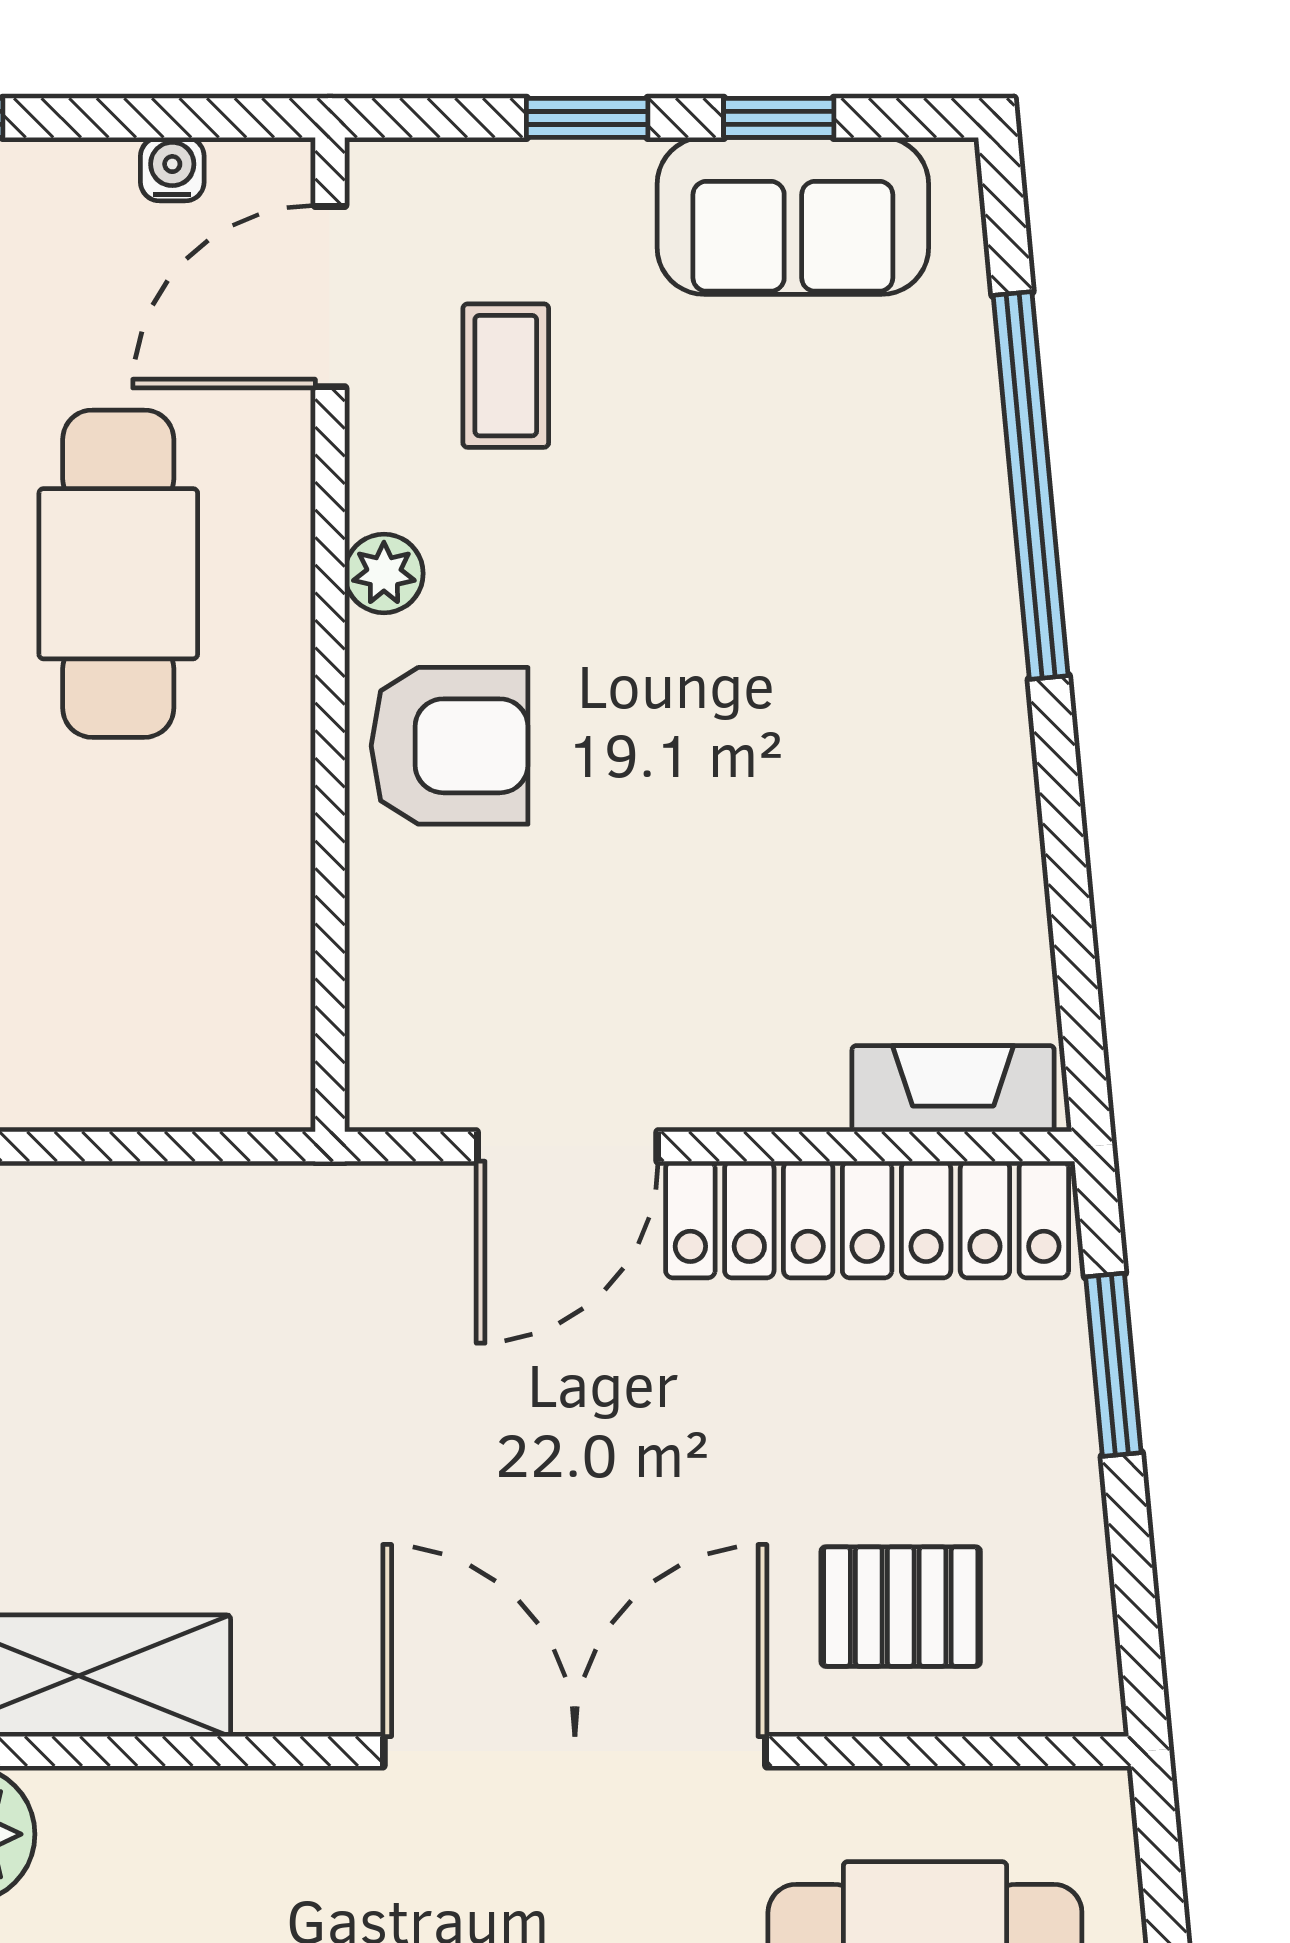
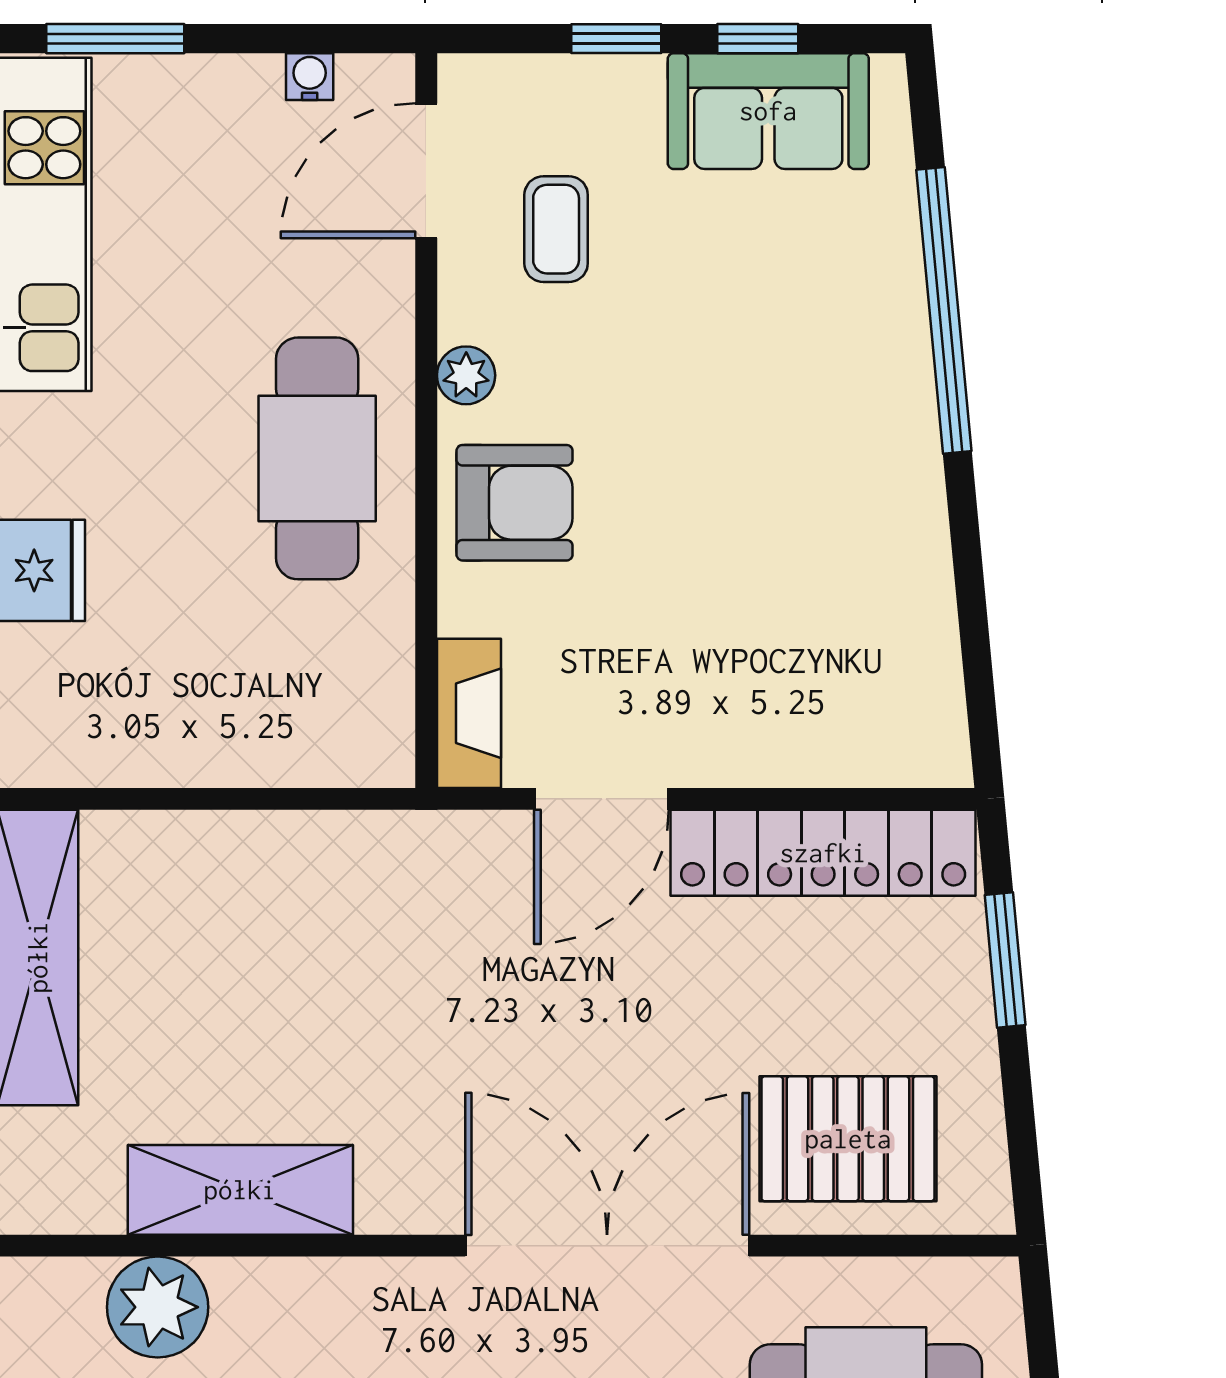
cafe table: (118, 574) -> (317, 458), moved
fireplace: (953, 1089) -> (469, 713), moved, turned 90
pallet: (901, 1607) -> (848, 1139), width x1.50, depth x1.42

